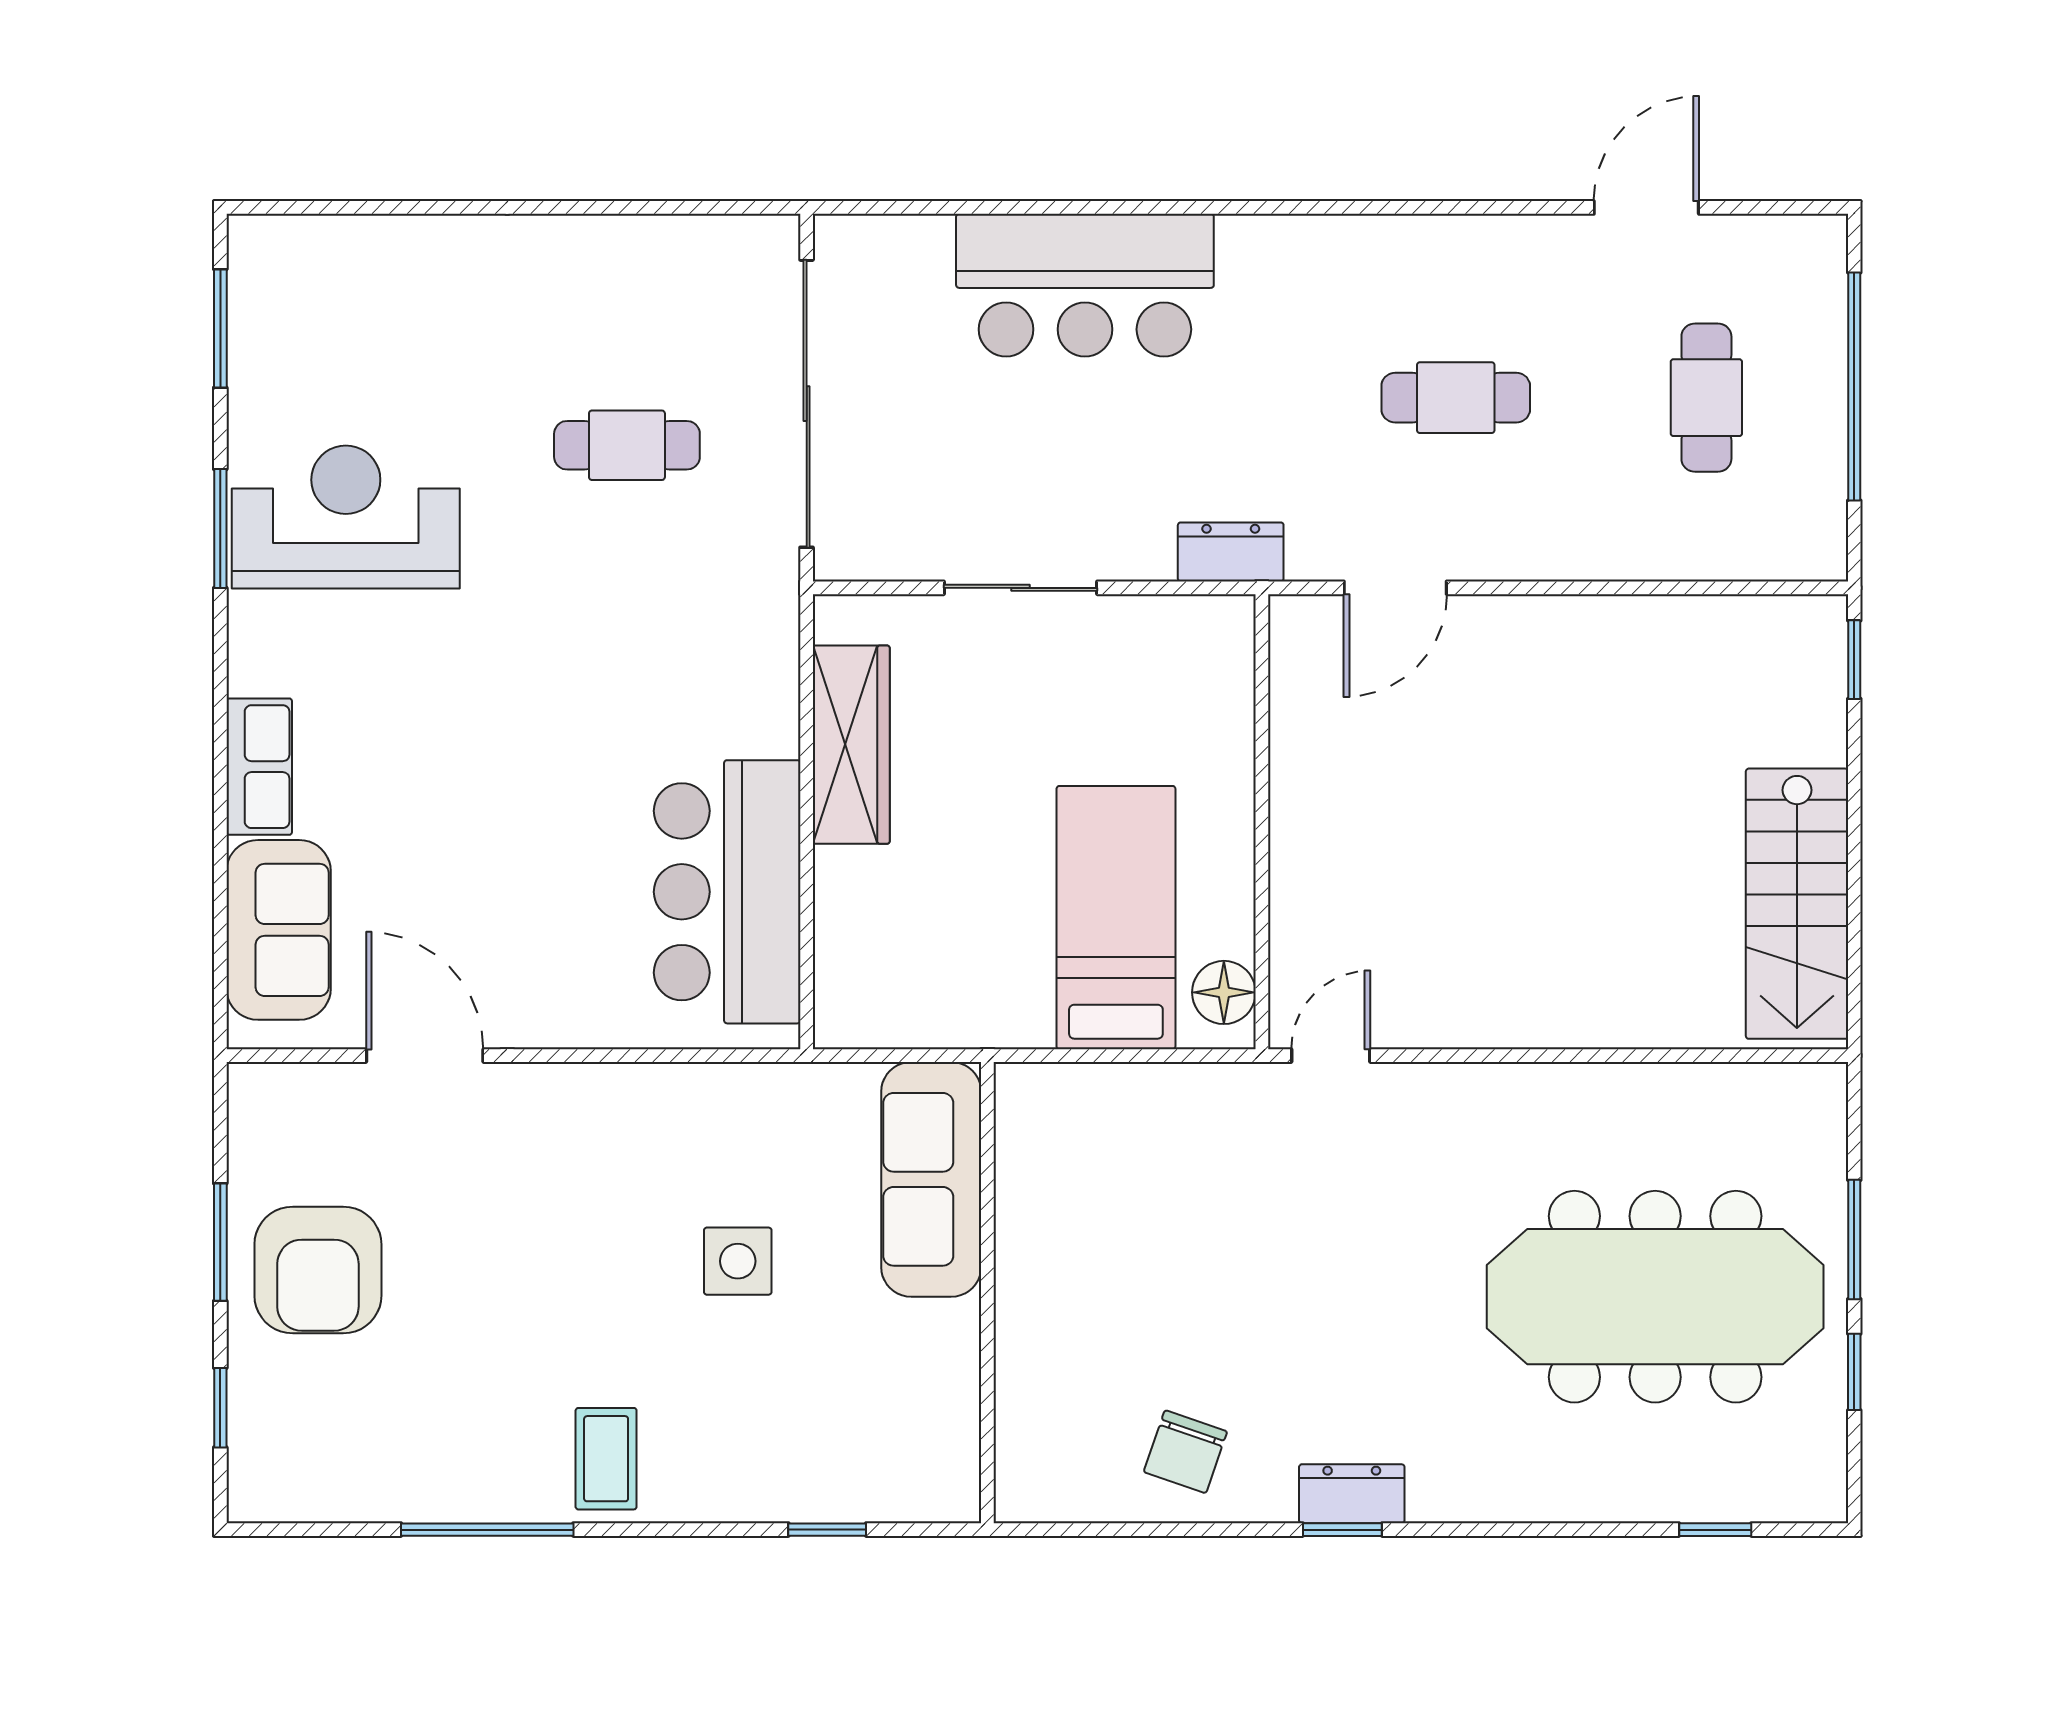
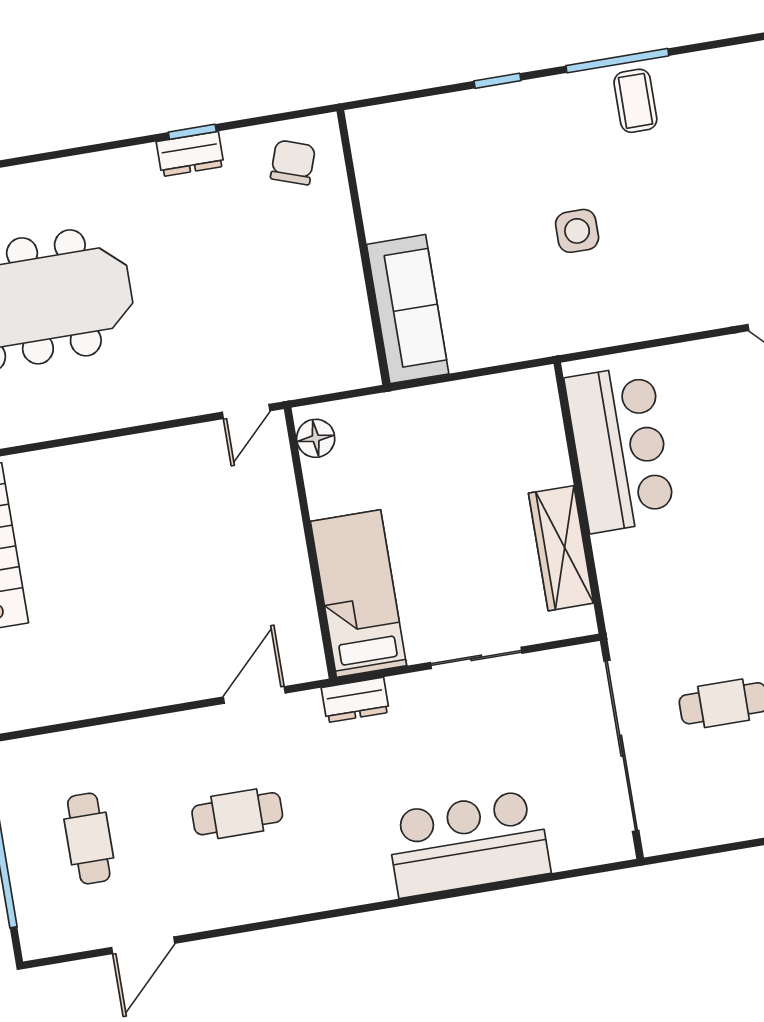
bed: (1116, 918) -> (358, 594), moved, turned 180
sofa: (931, 1179) -> (408, 309), moved
wall: (987, 1293) -> (363, 248), moved
window: (487, 1530) -> (617, 61), moved

